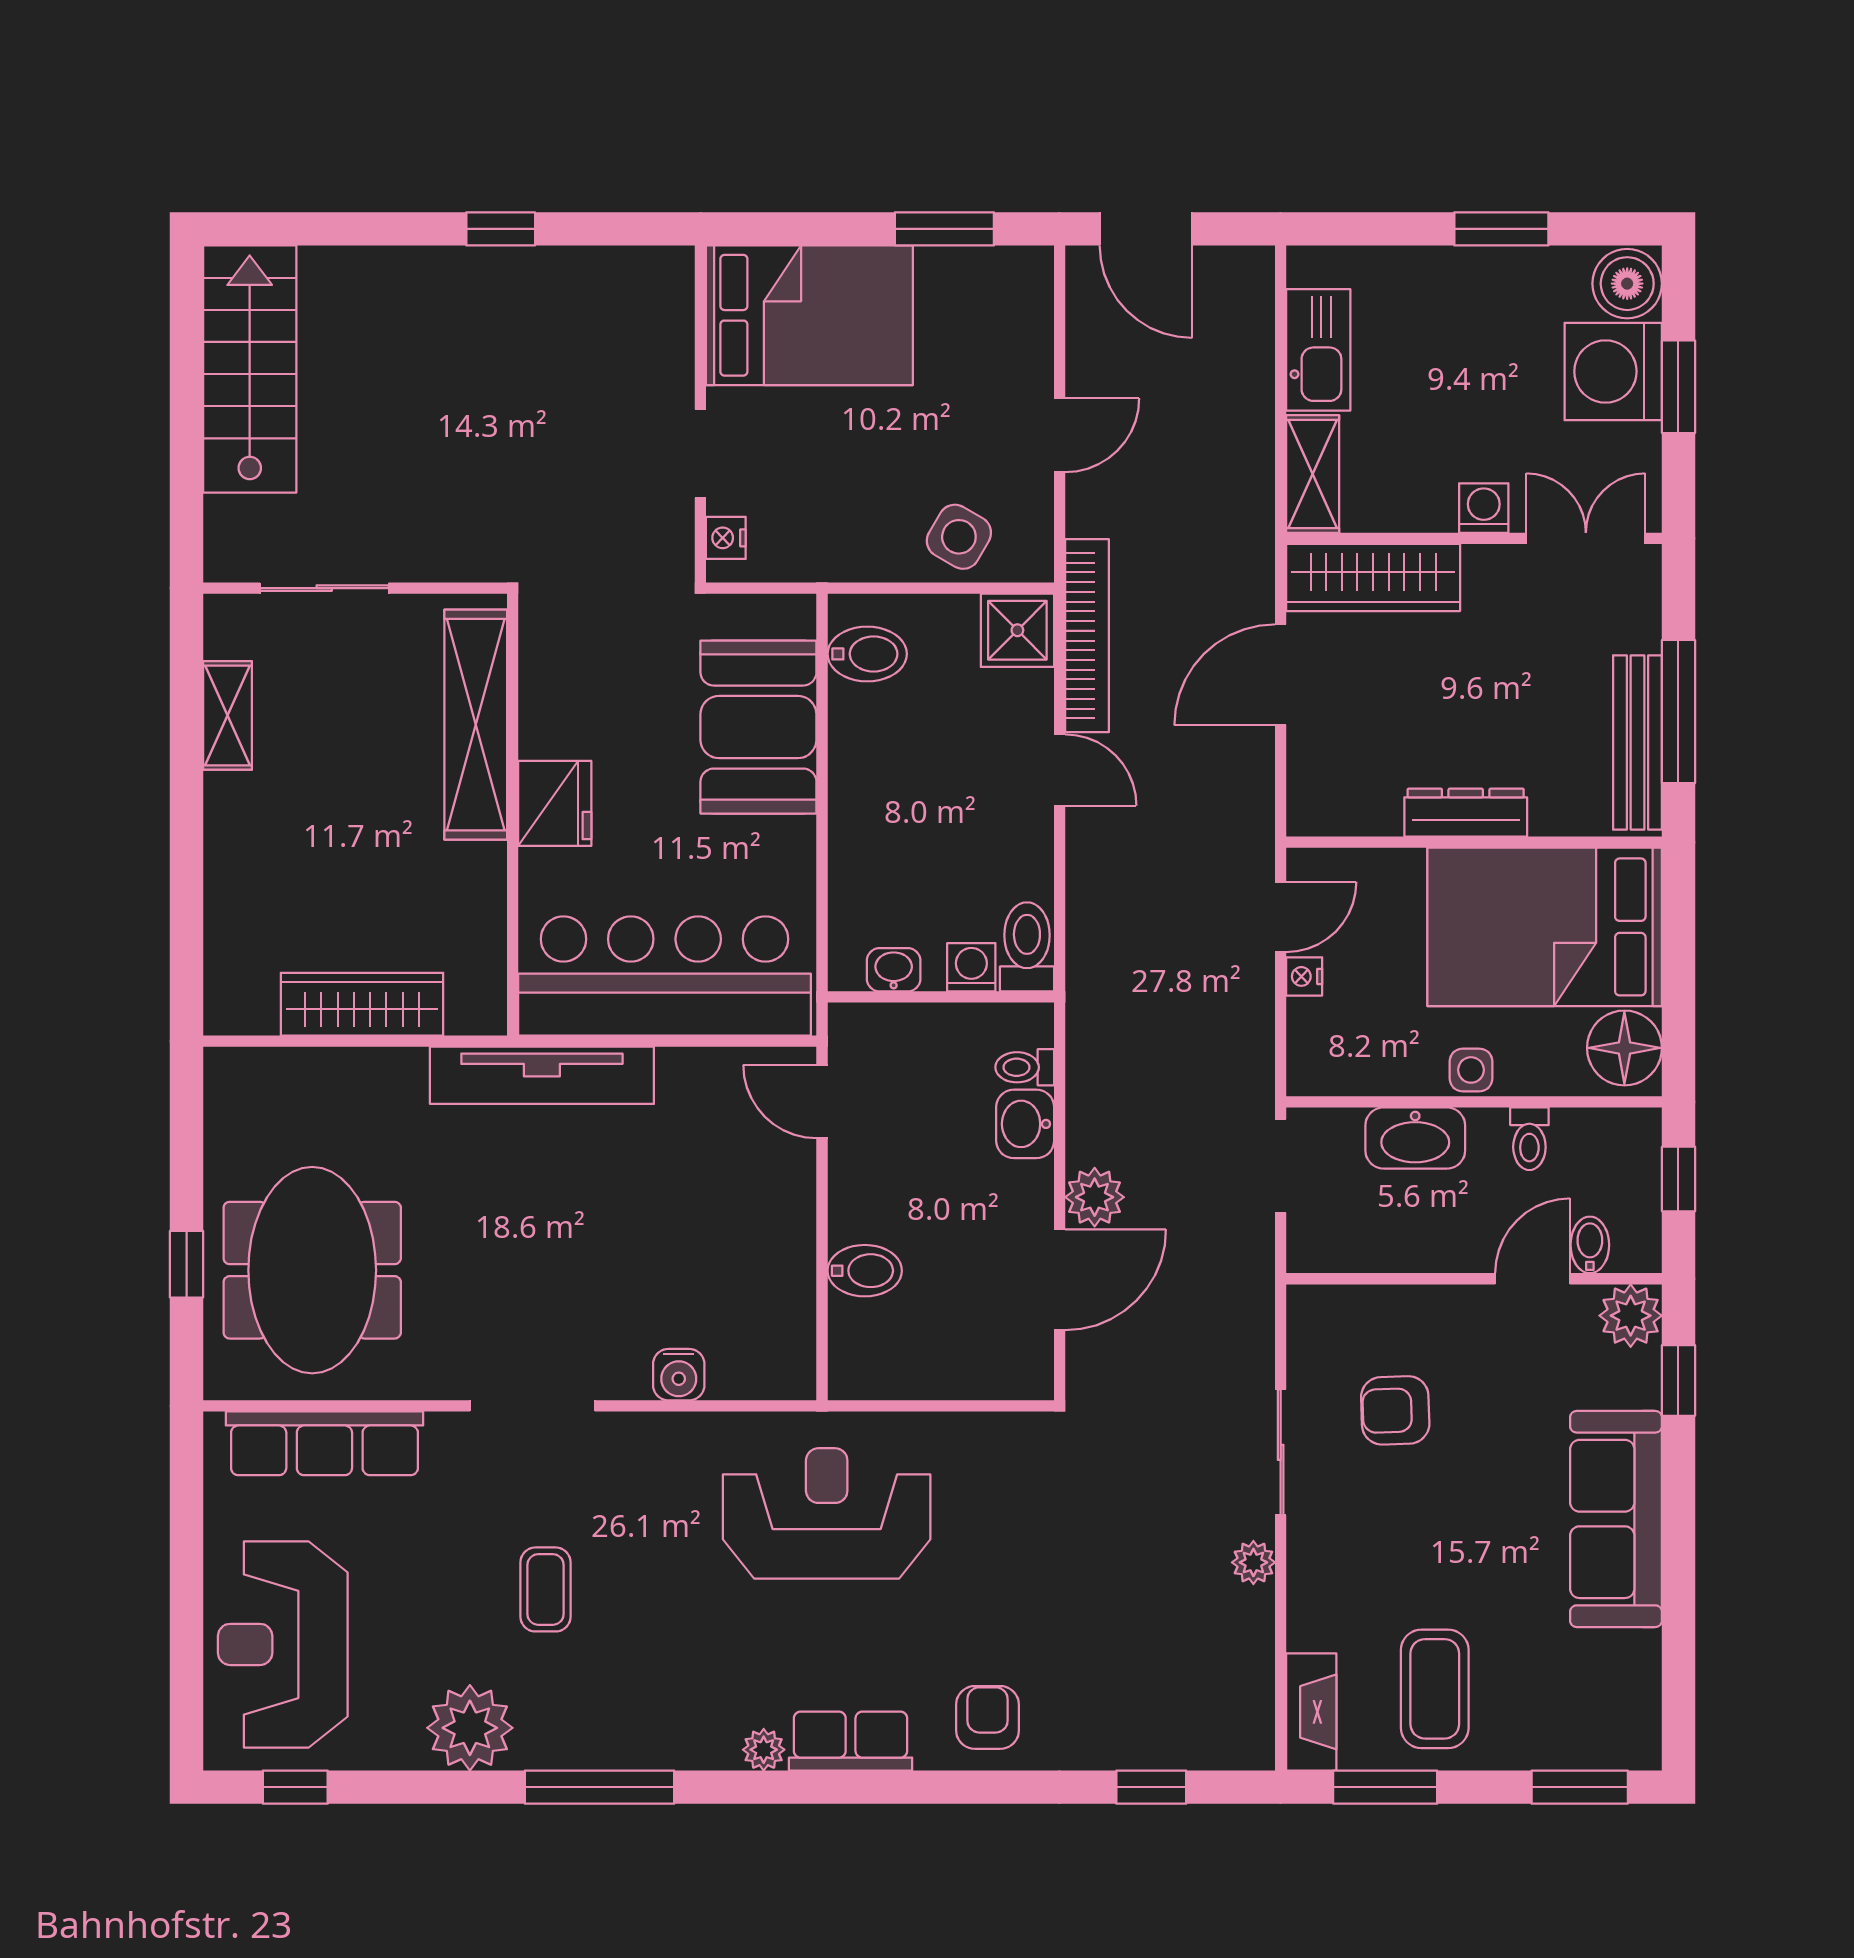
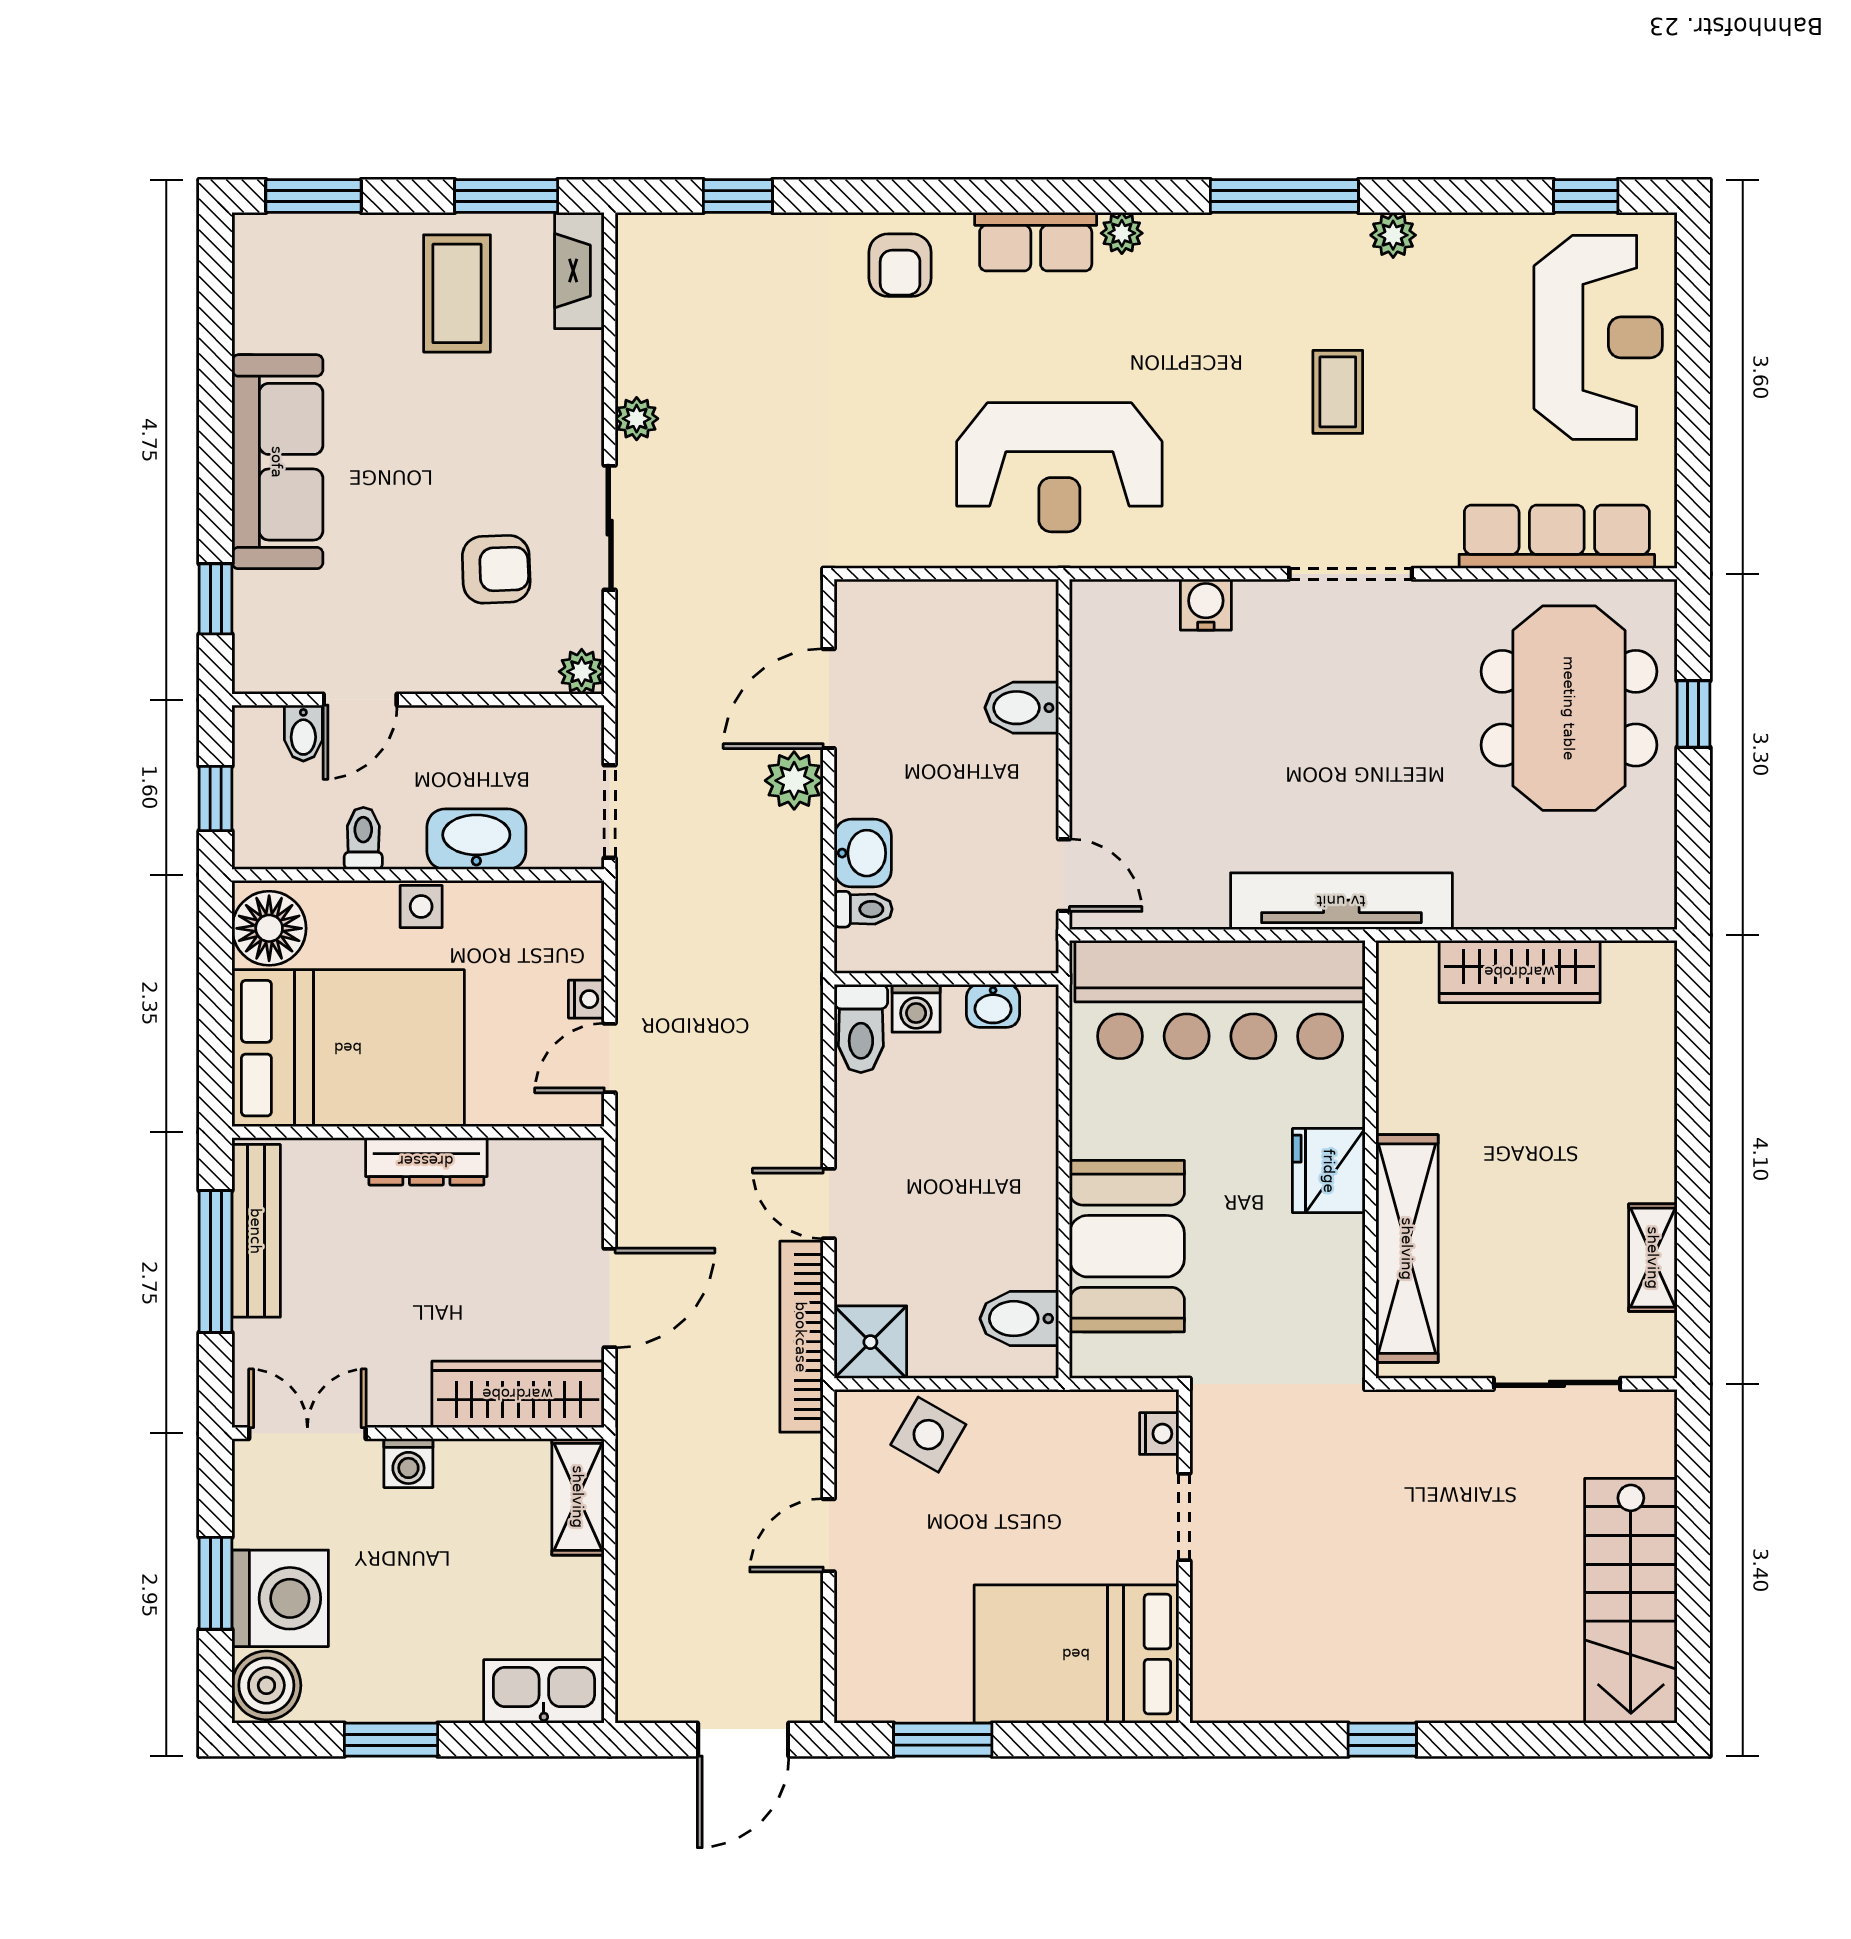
door: (1146, 229) -> (743, 1740), swing flipped
kitchen sink: (1318, 350) -> (544, 1691), moved, turned 90
double door: (1586, 538) -> (307, 1433), swing flipped
plant: (1631, 1316) -> (582, 672), moved, width x0.73, depth x0.73
plant: (470, 1728) -> (1393, 235), width x0.53, depth x0.53

